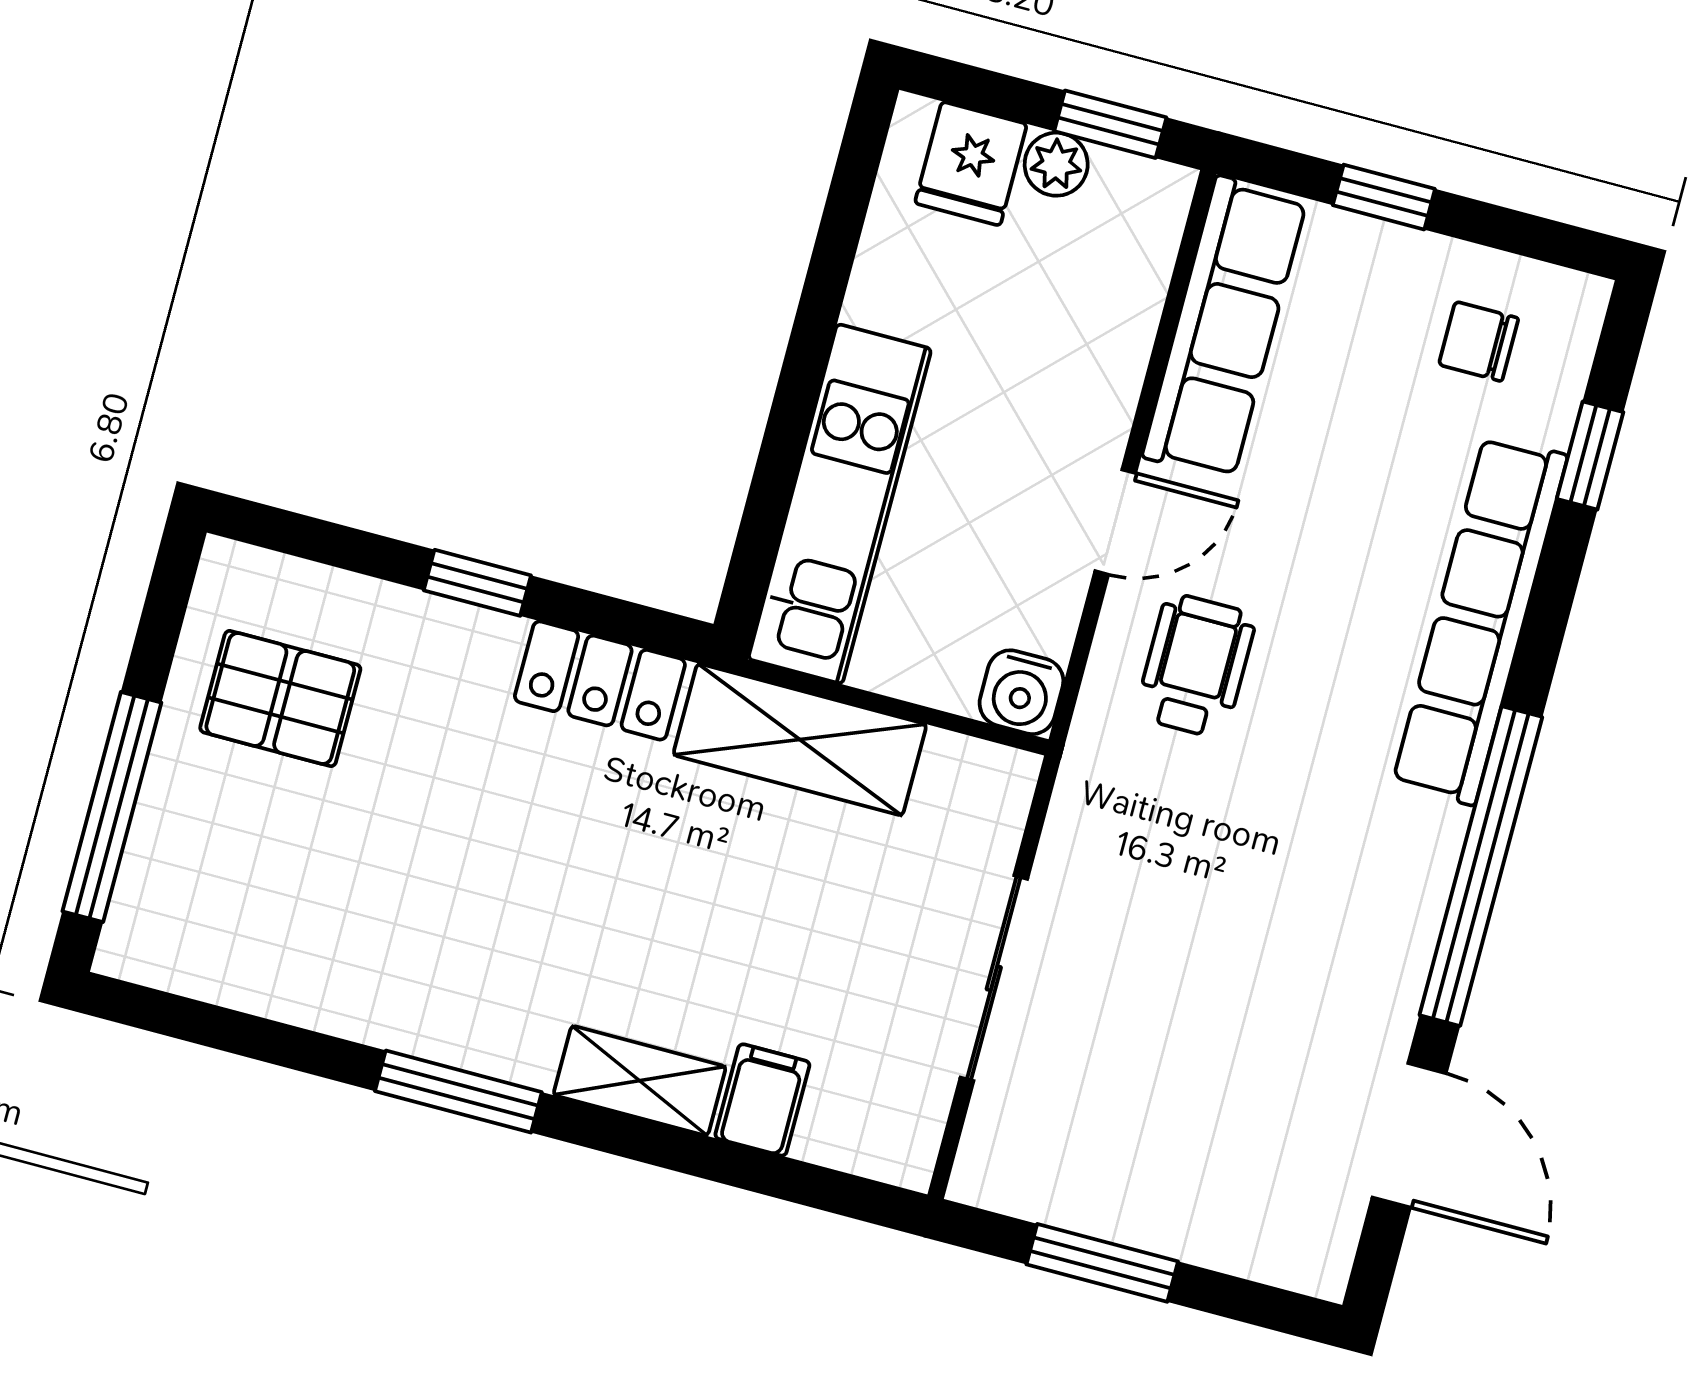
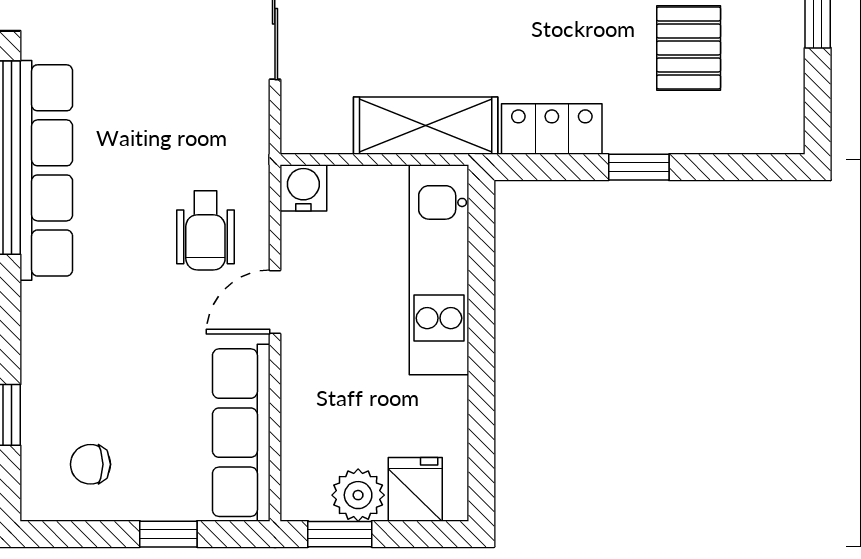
plant: (1056, 164) -> (358, 495), width x1.38, depth x1.38
chair: (1479, 341) -> (90, 464), turned 180
row of seats: (1480, 620) -> (46, 170), moved
pallet: (280, 698) -> (689, 48), moved, turned 90

